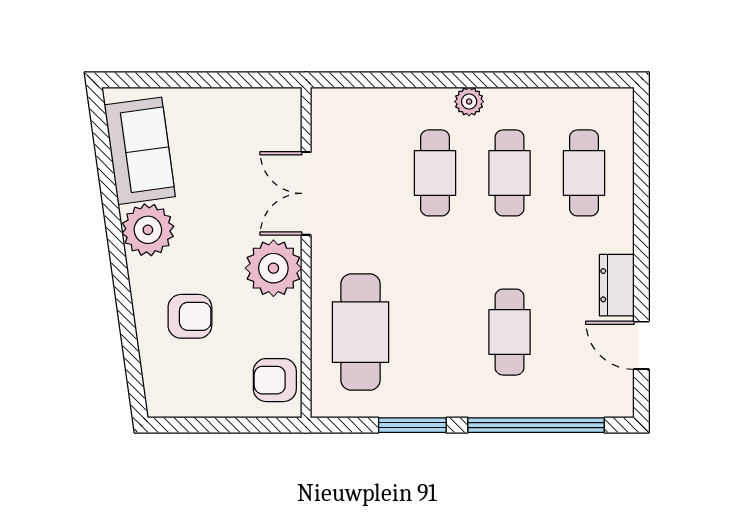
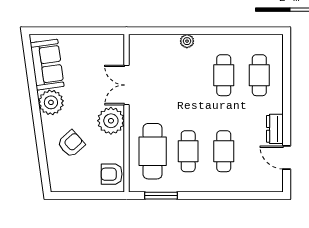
plant: (469, 102) -> (187, 41), moved
cafe table: (435, 173) -> (188, 151), moved
armchair: (190, 316) -> (71, 144), turned -42
window: (412, 425) -> (161, 196), moved
window: (536, 425) -> (236, 196), removed

